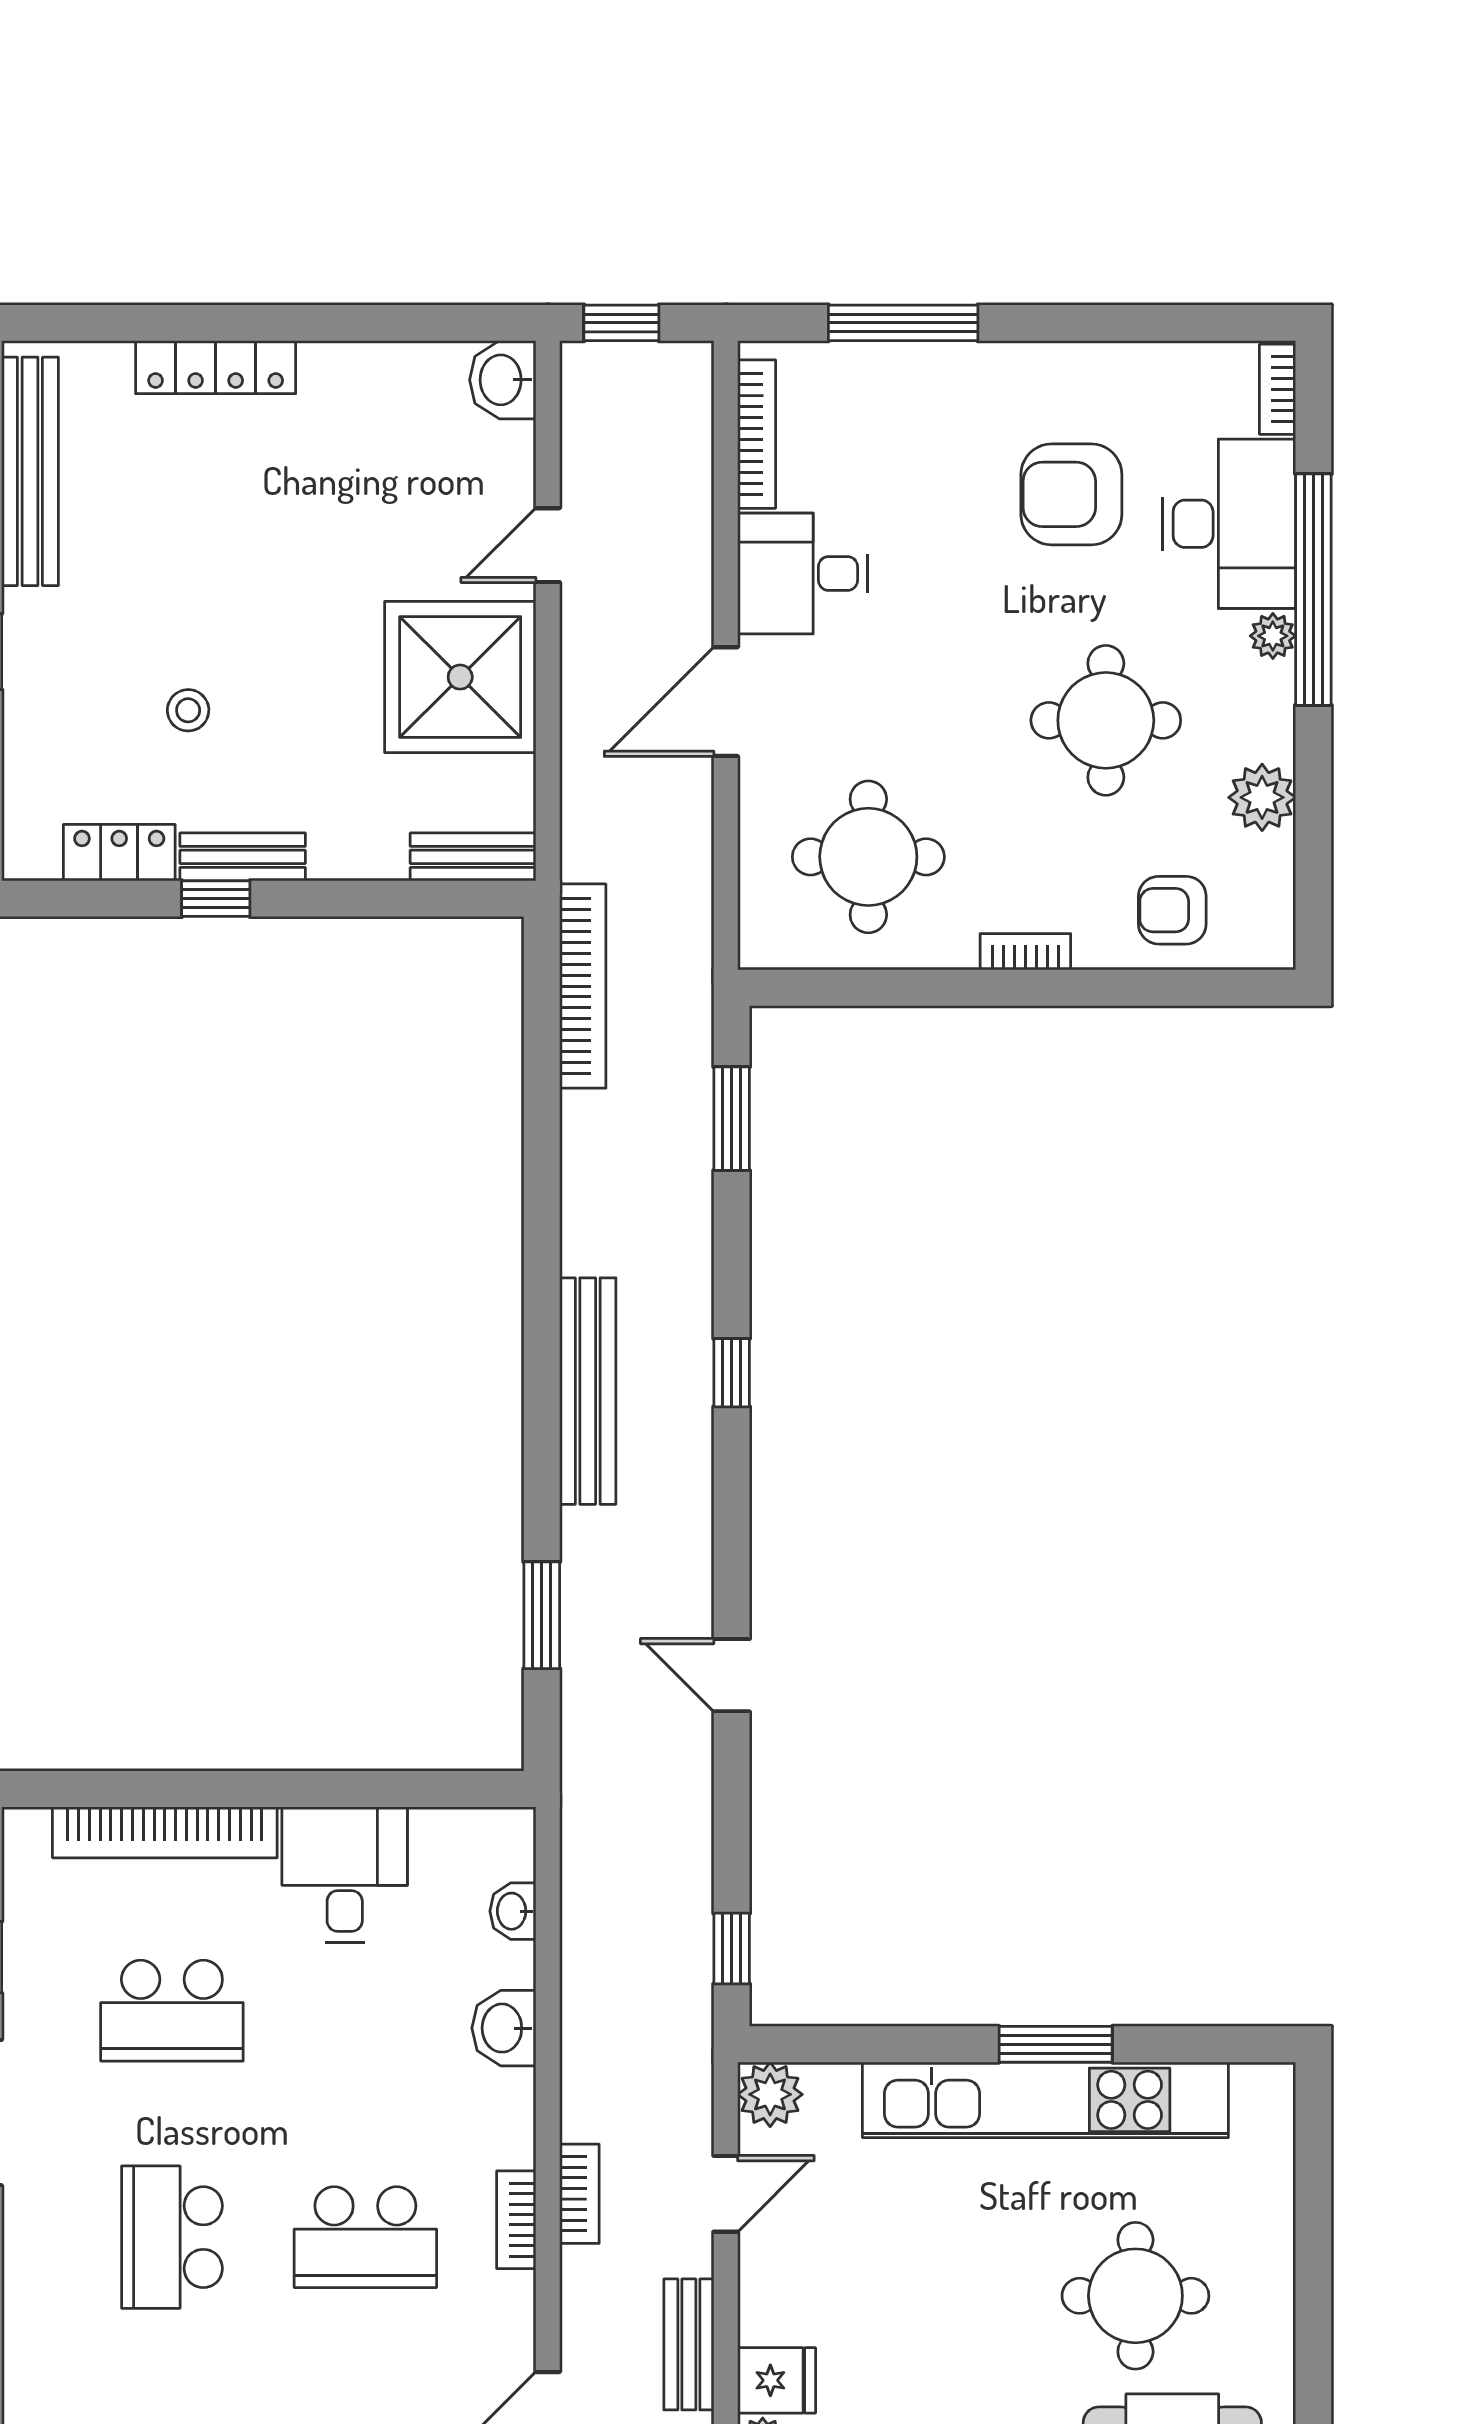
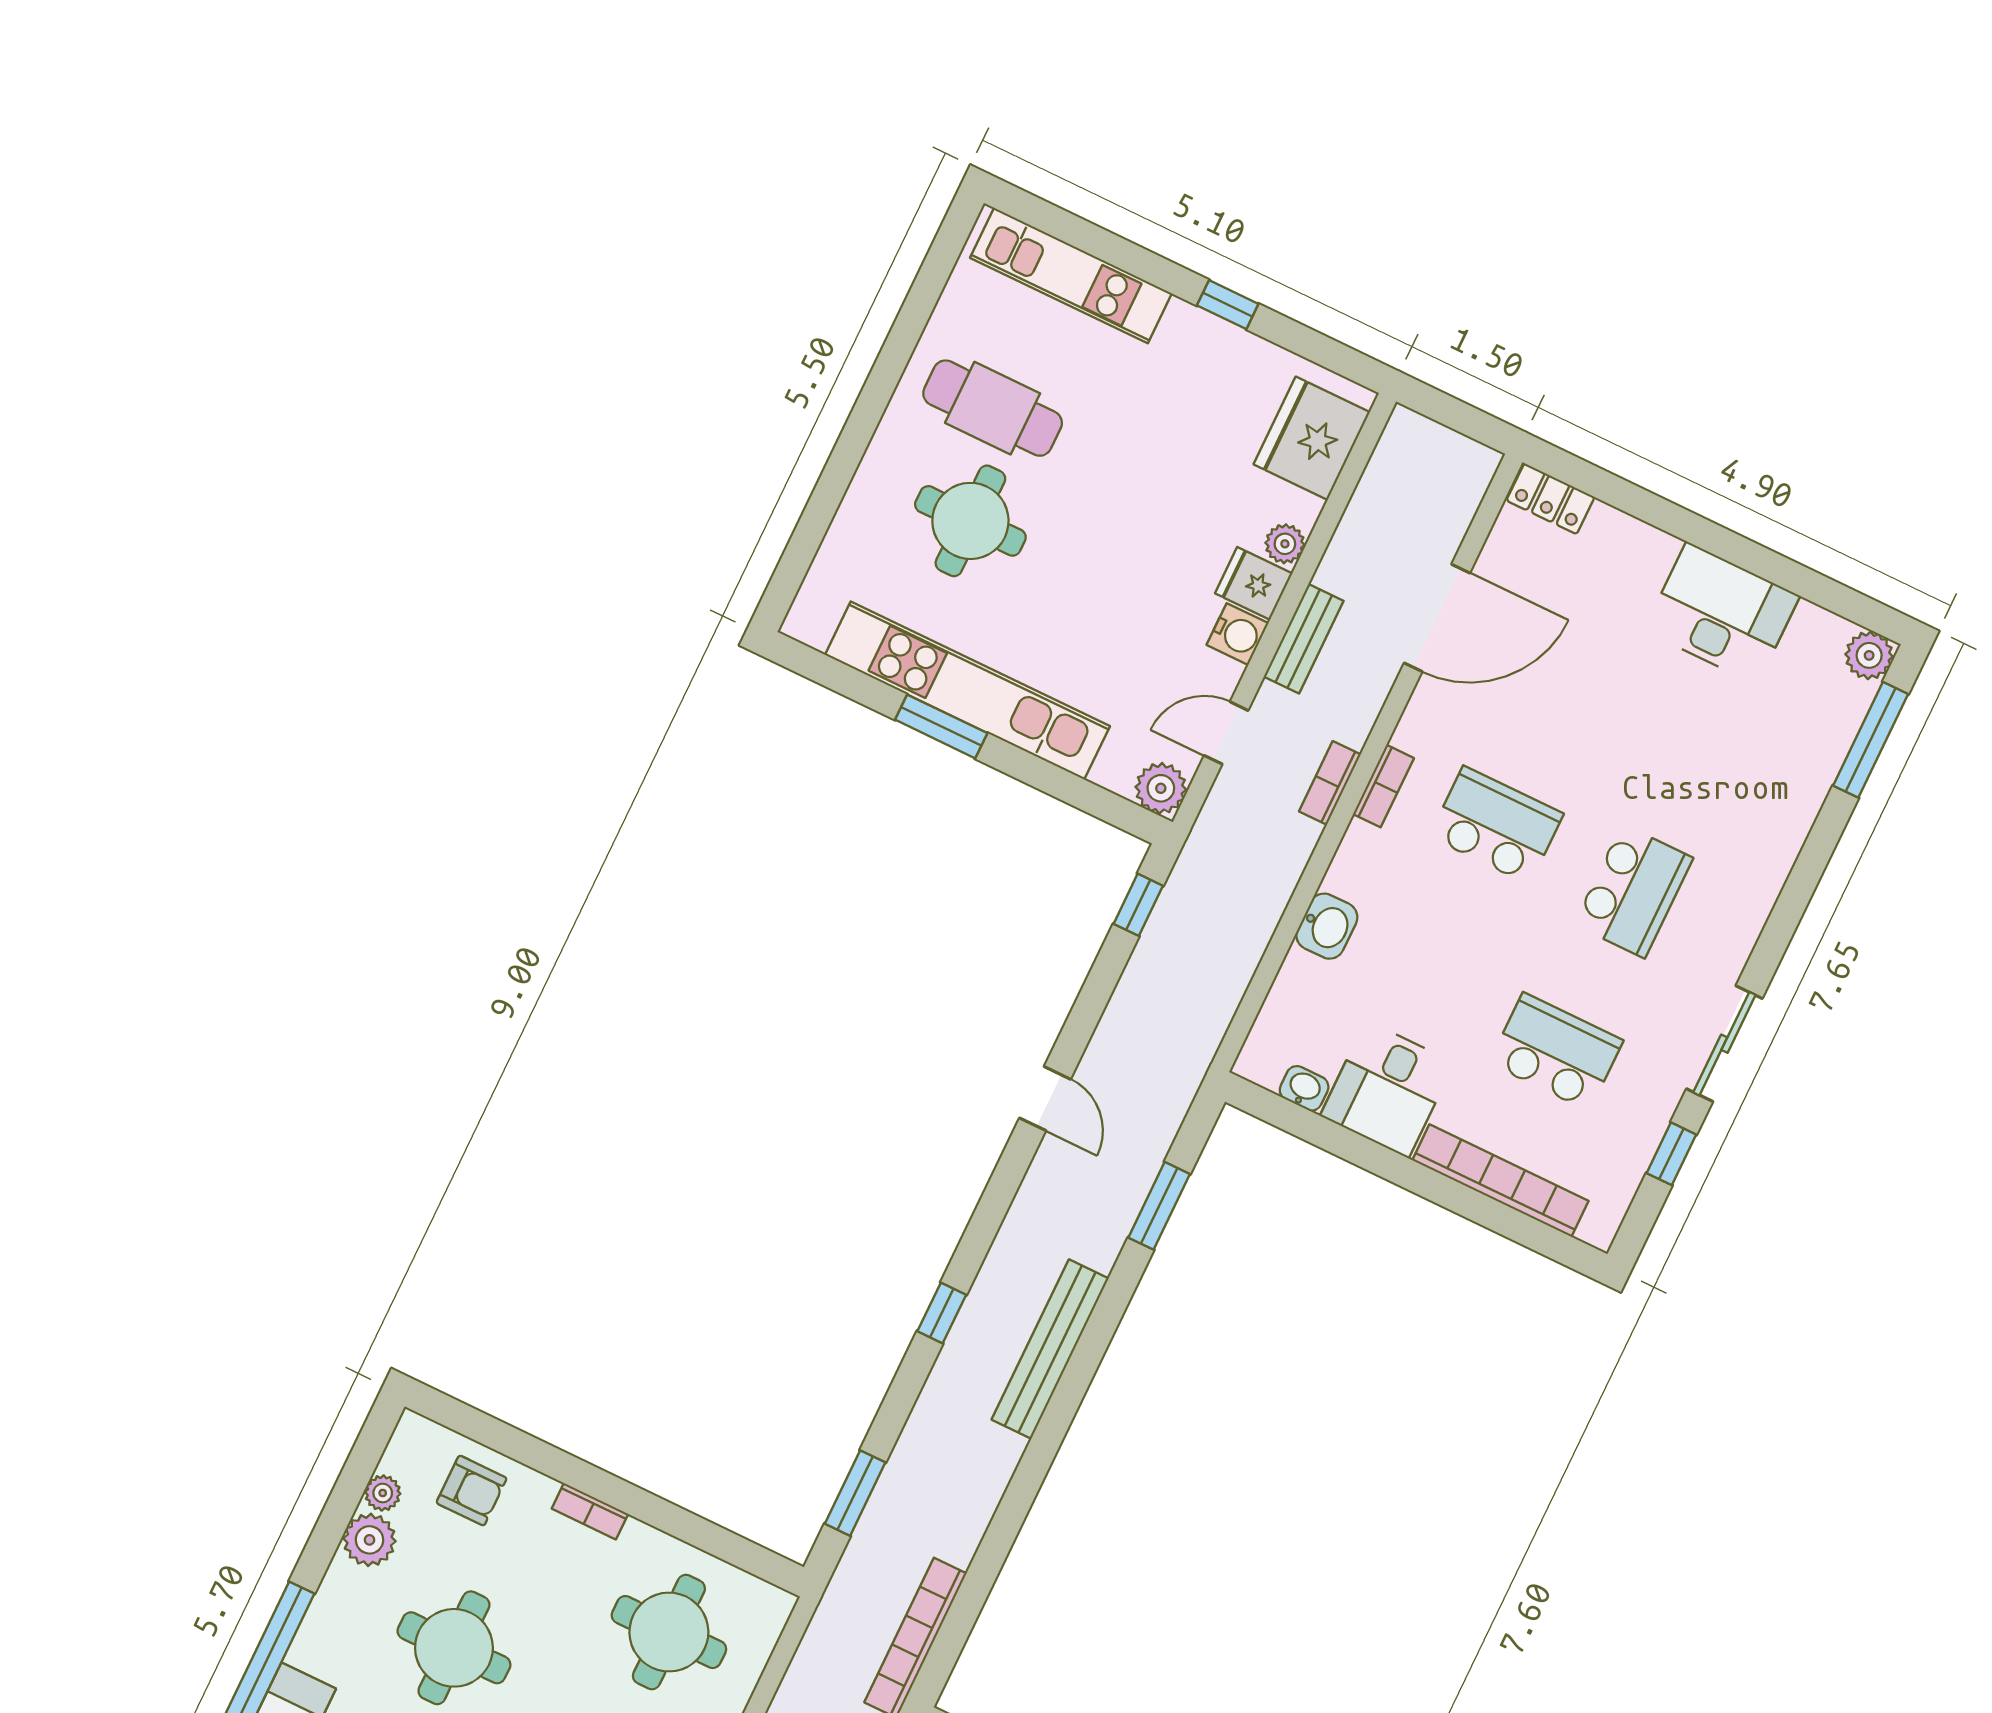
plant: (1273, 636) -> (383, 1493), moved
washbasin: (513, 1911) -> (1304, 1088), moved, turned -90
water cooler: (767, 2313) -> (1237, 634), added

